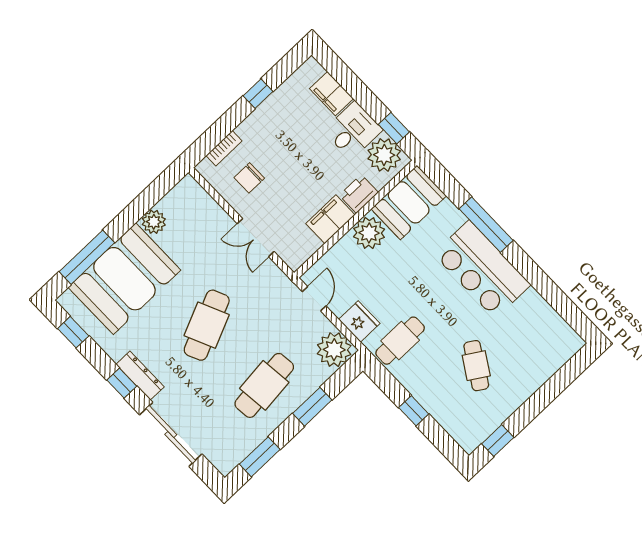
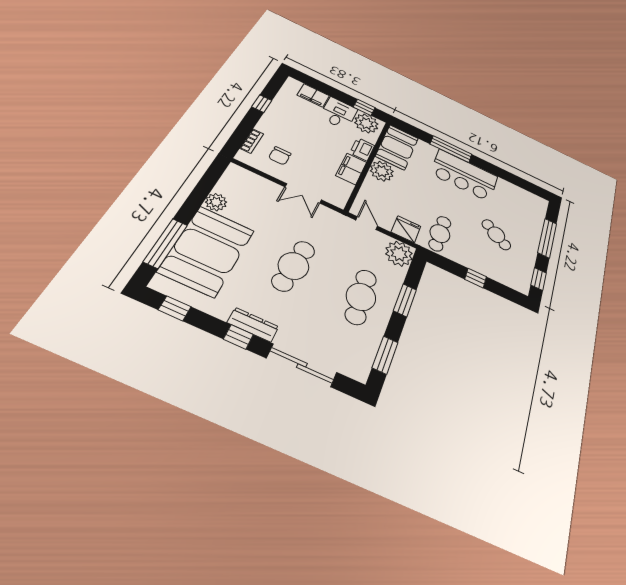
cafe table: (207, 325) -> (293, 266), turned 30
window: (548, 393) -> (547, 238), added

